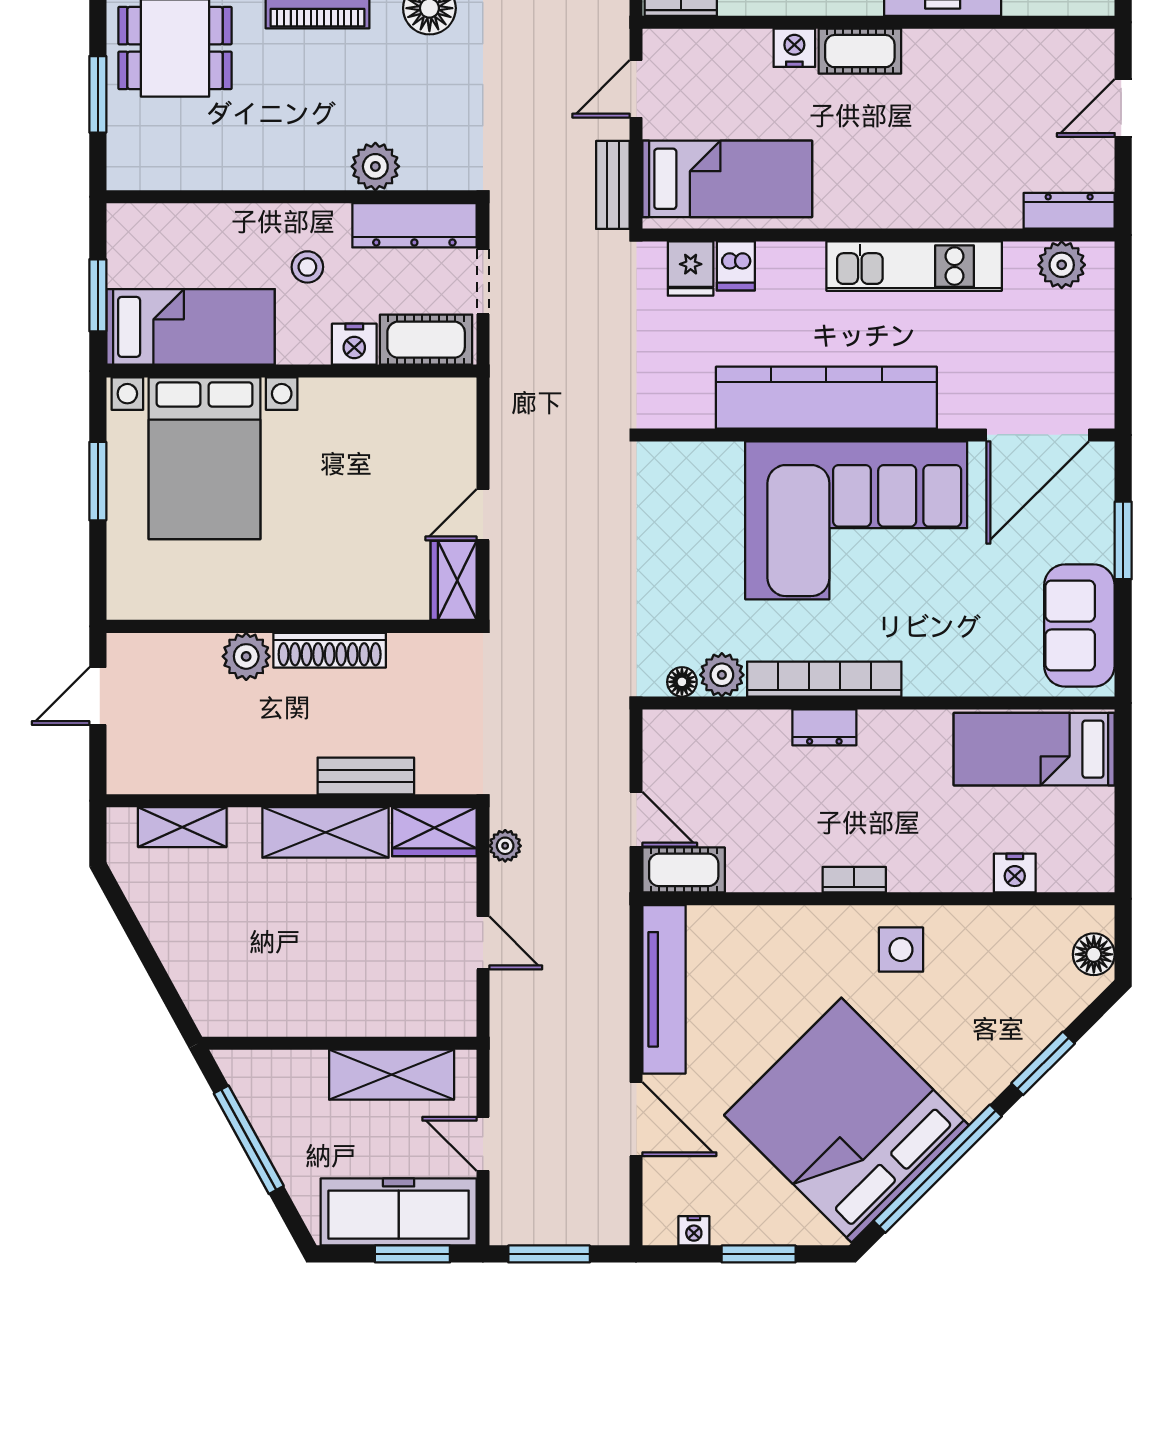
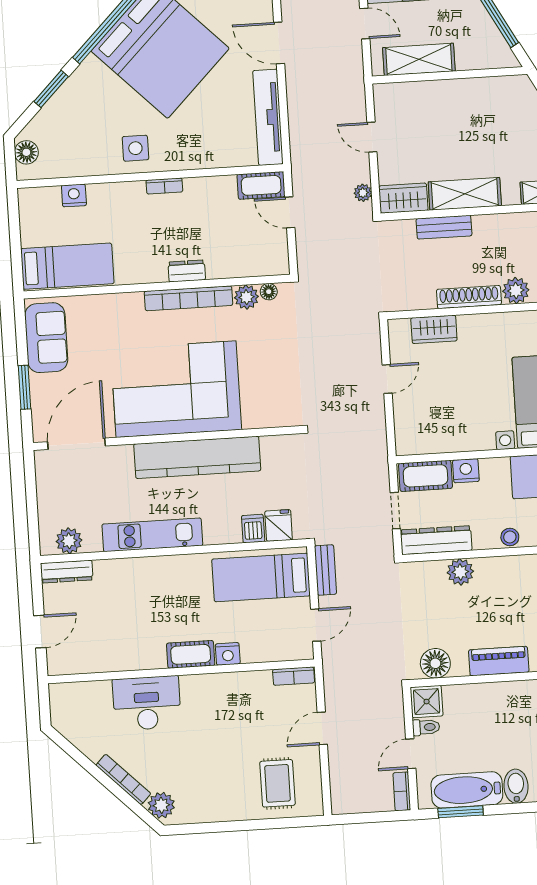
stool: (307, 267) -> (510, 537), moved
wardrobe: (454, 580) -> (434, 329), moved, turned 90

